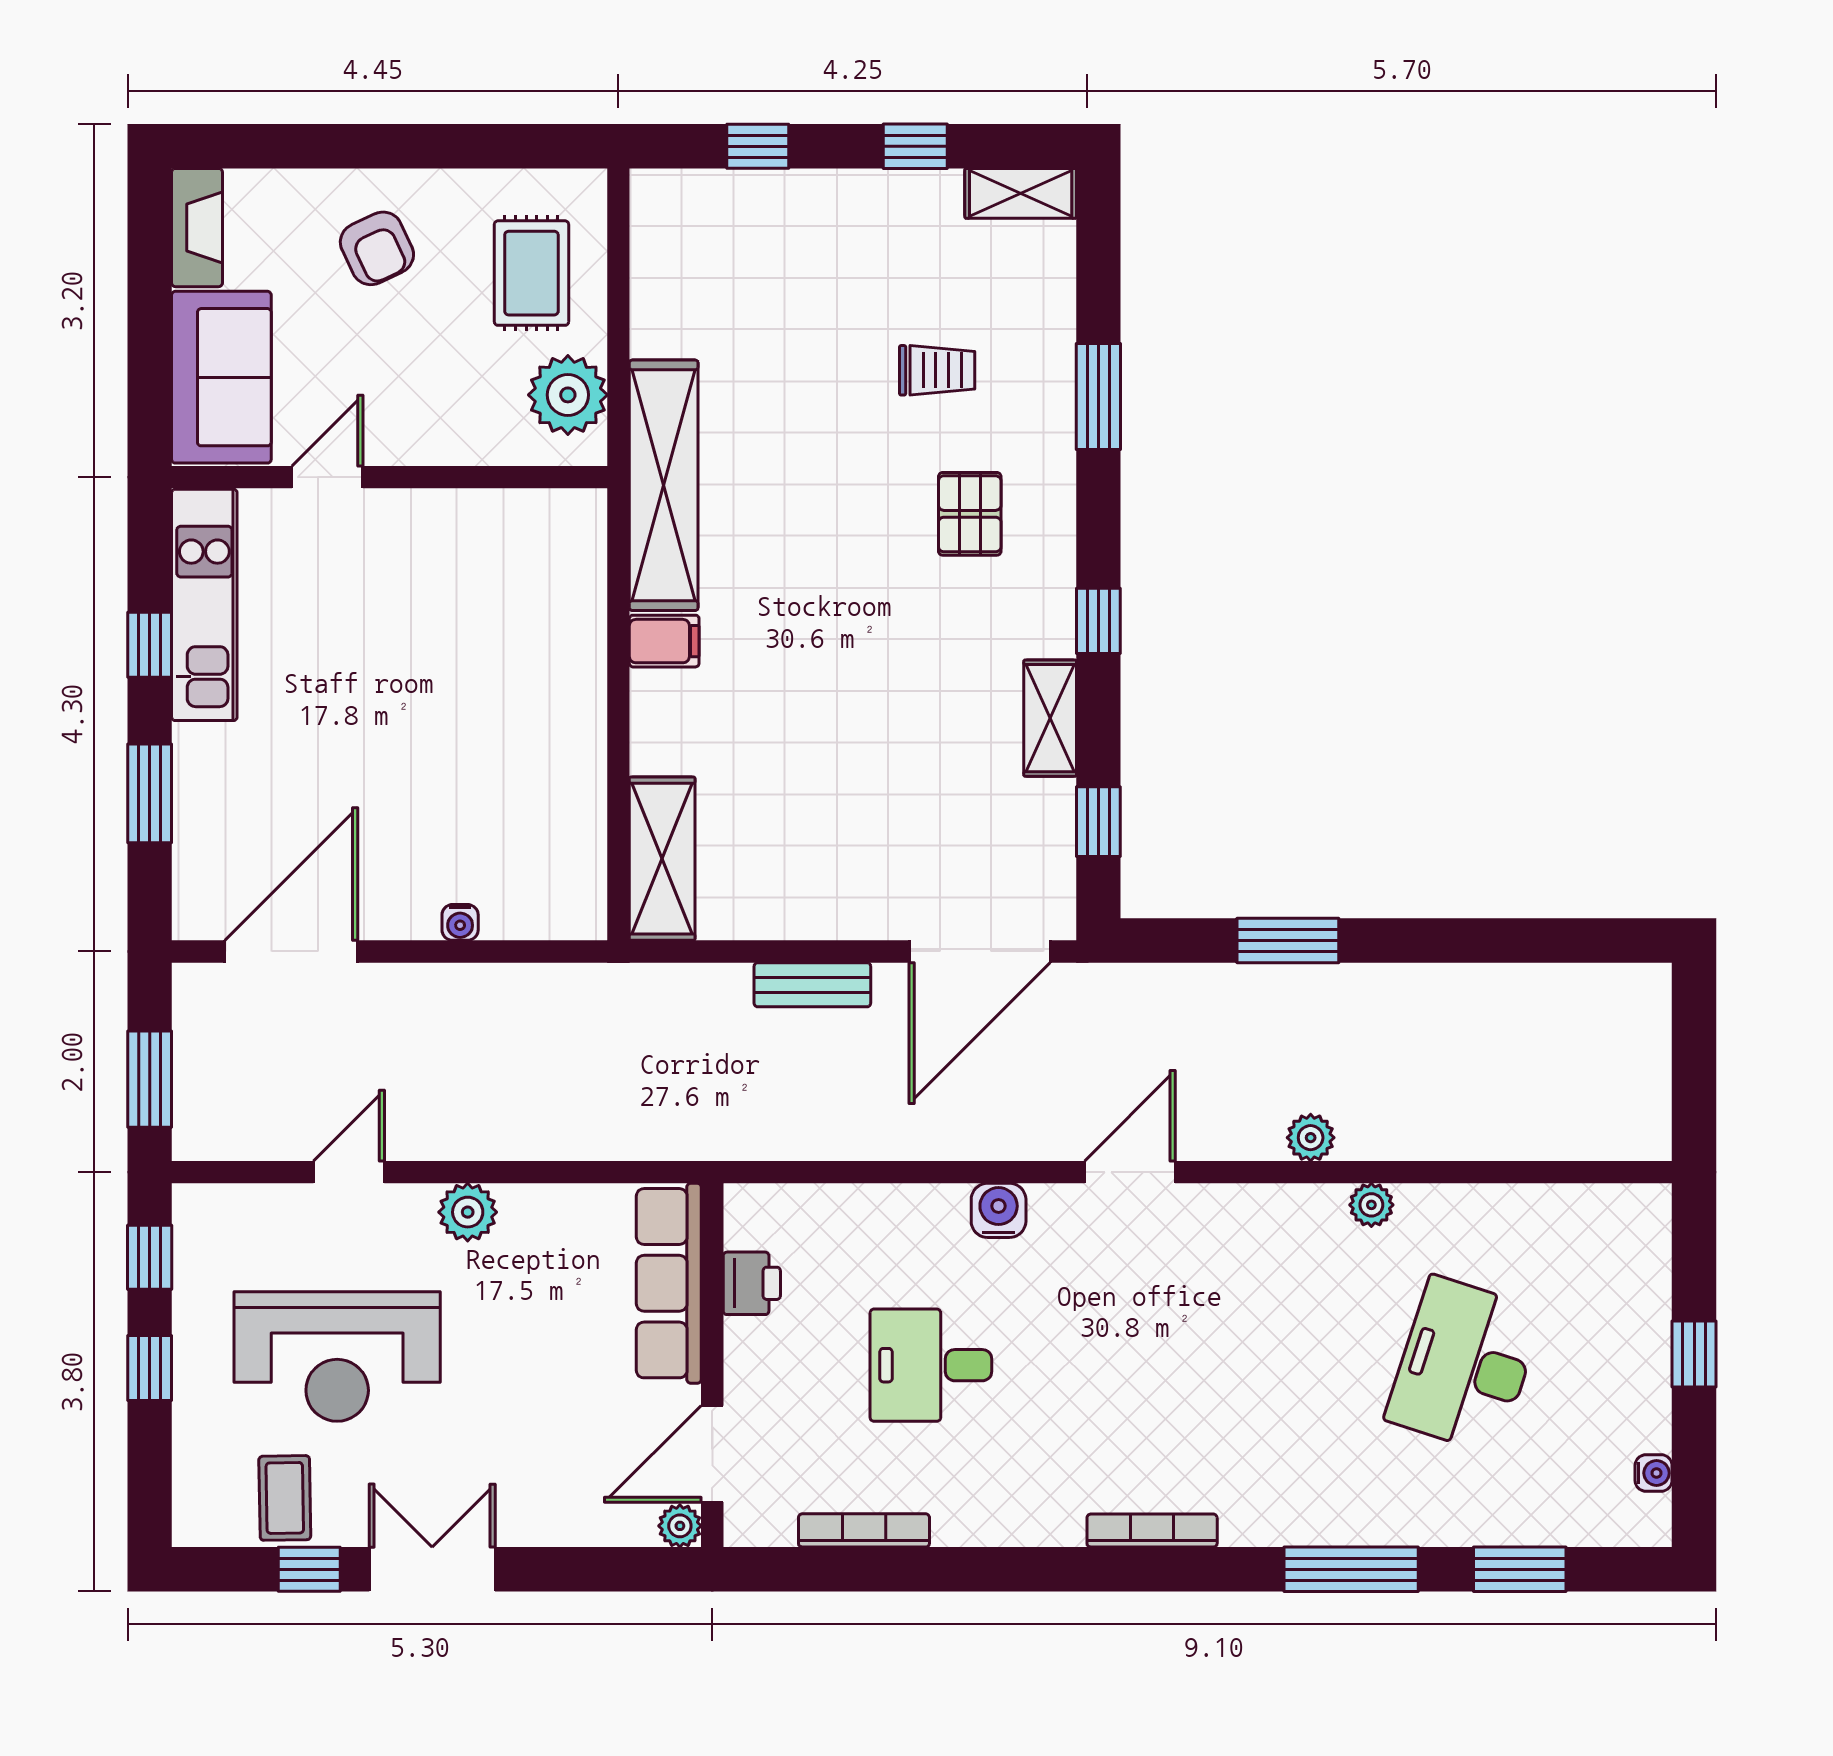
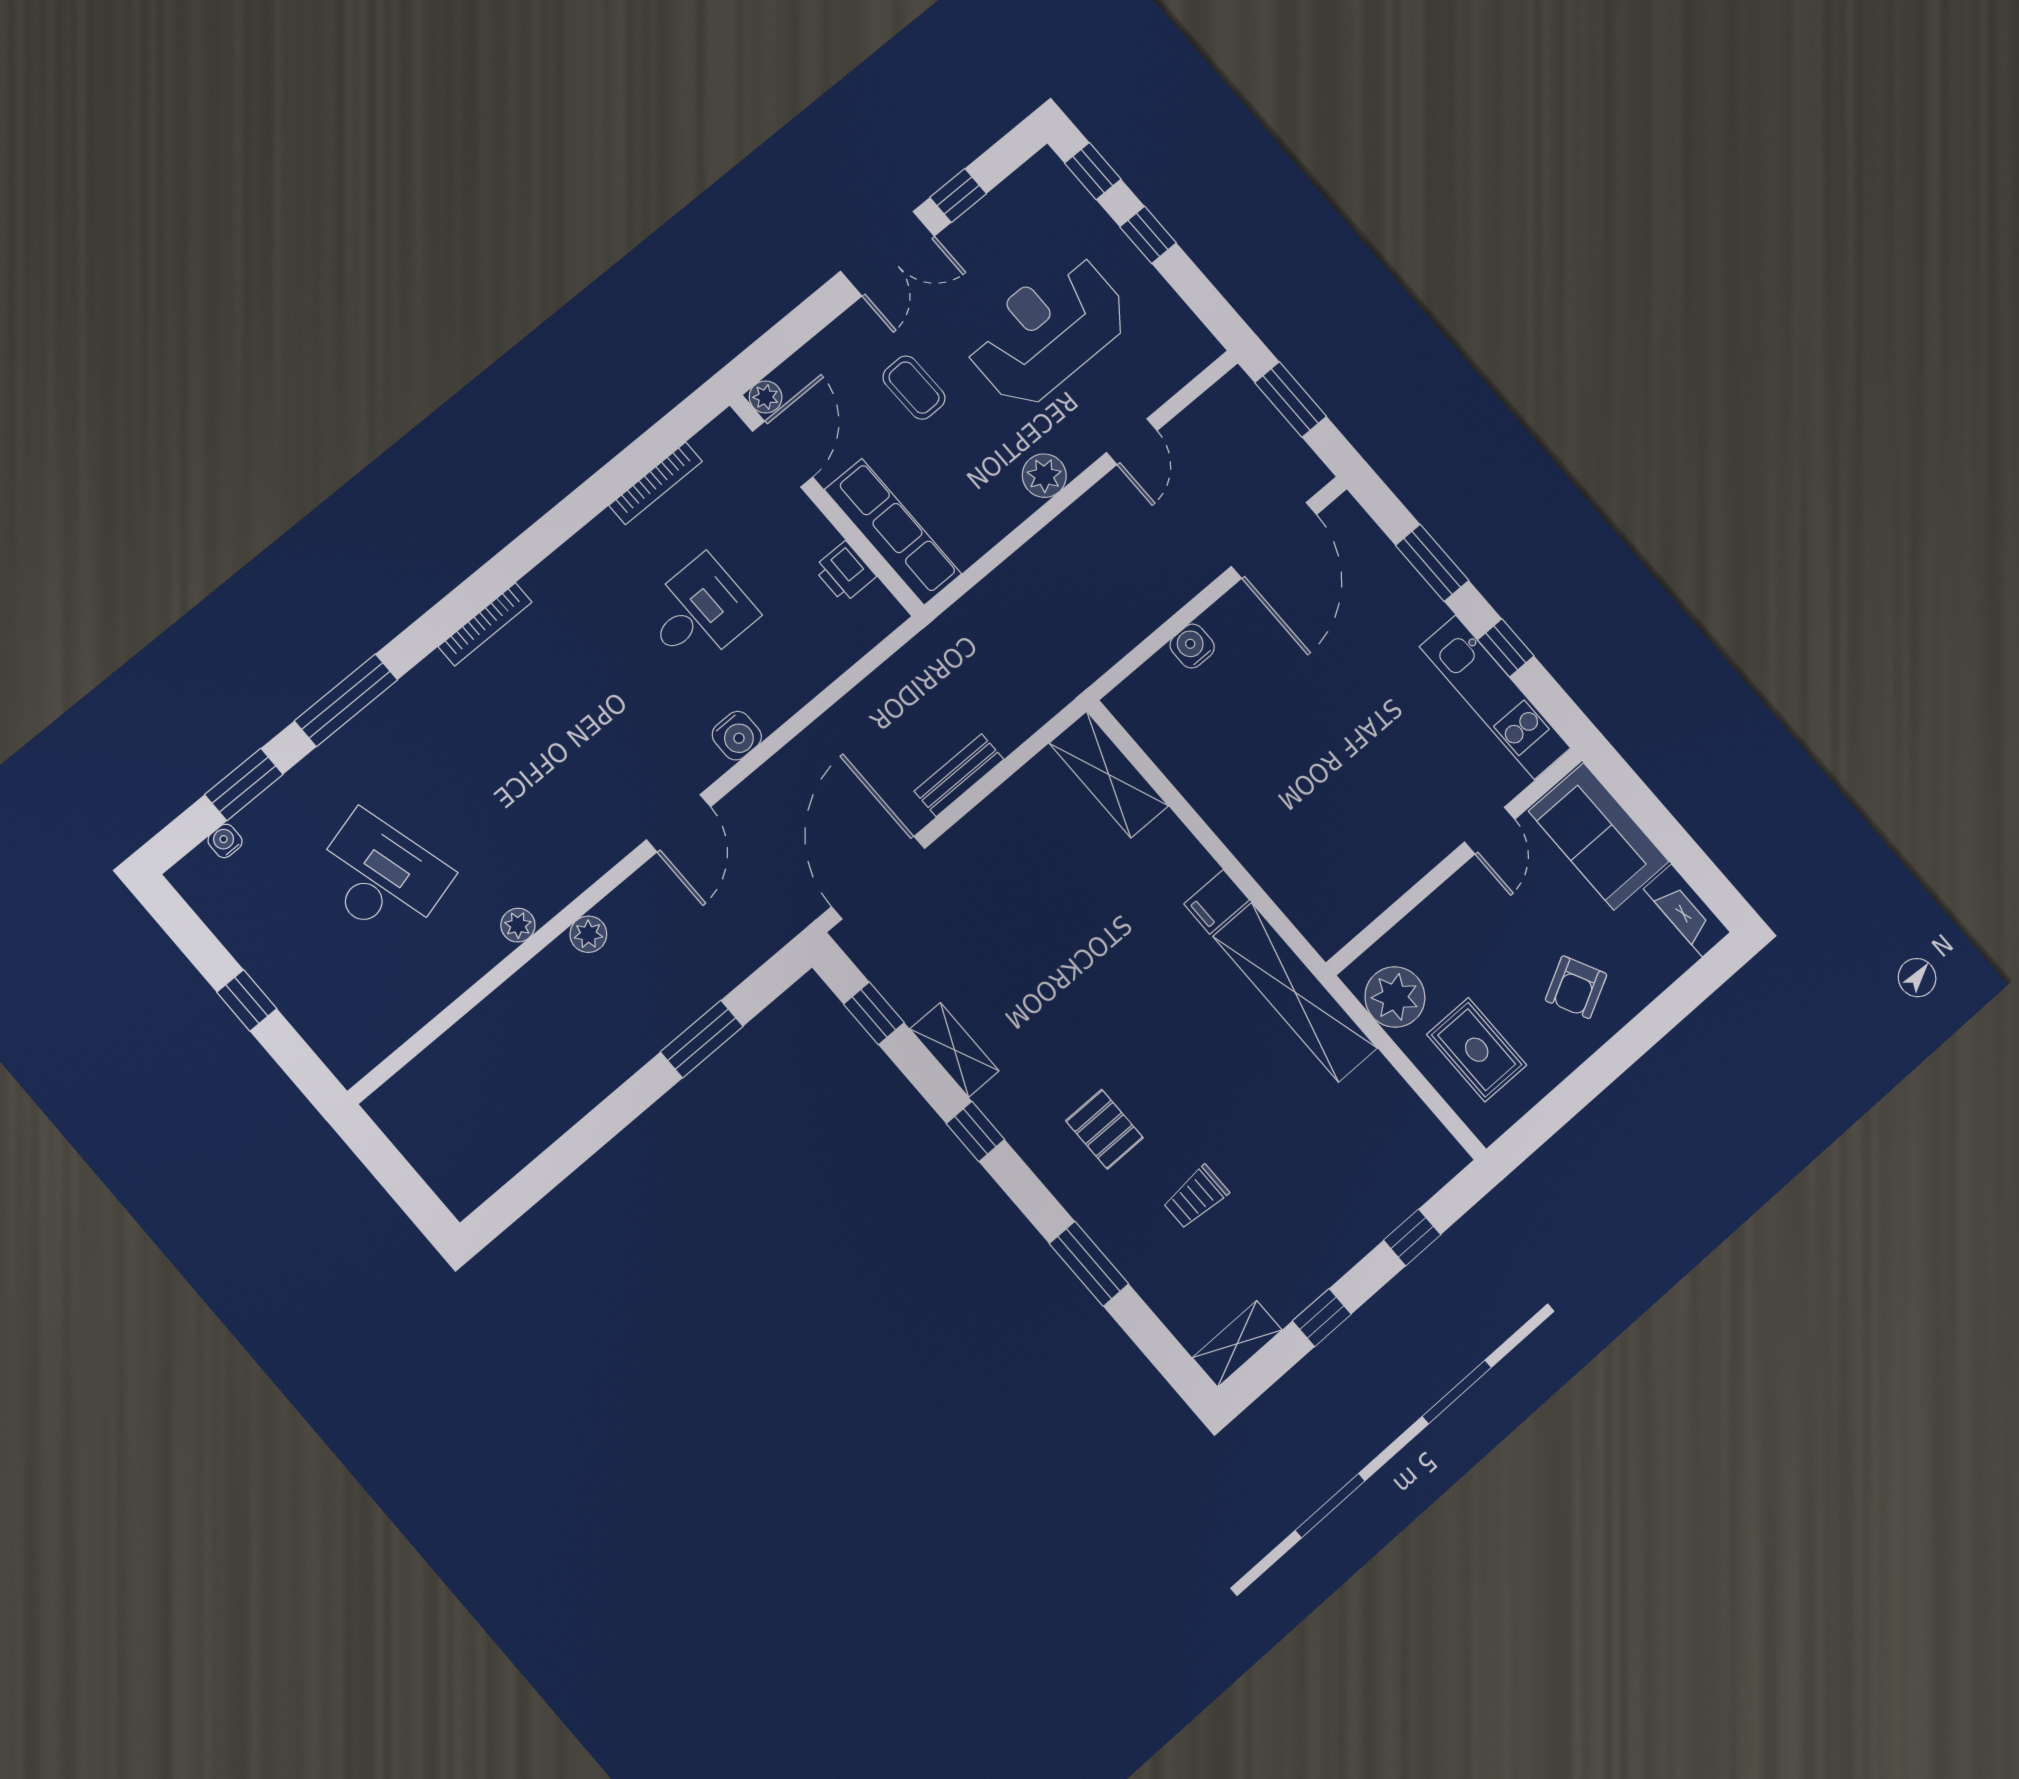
armchair: (377, 248) -> (1576, 987), turned -92
water cooler: (460, 922) -> (1192, 646), width x1.38, depth x1.38
window: (150, 1257) -> (1093, 171), moved
desk: (1464, 1365) -> (381, 877), turned -33
water cooler: (1654, 1473) -> (225, 841), moved, turned 90
coffee table: (285, 1498) -> (914, 388), moved

